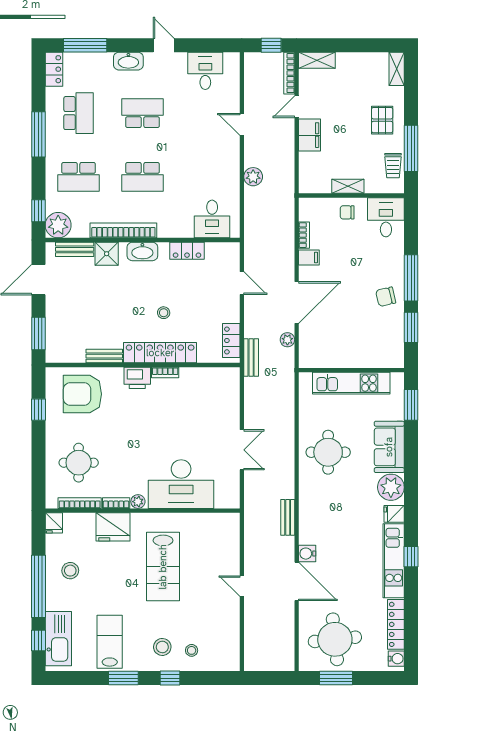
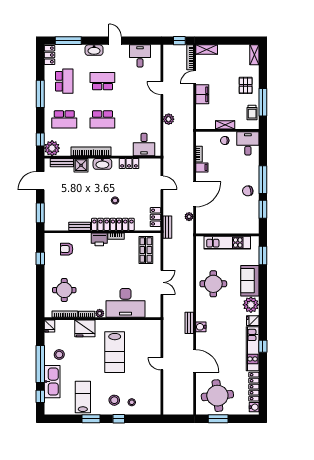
armchair: (82, 394) -> (67, 249), width x0.53, depth x0.53
shop shelf: (215, 396) -> (146, 250), added
water cooler: (307, 554) -> (201, 327), moved
kitchen sink: (58, 639) -> (52, 382), moved

